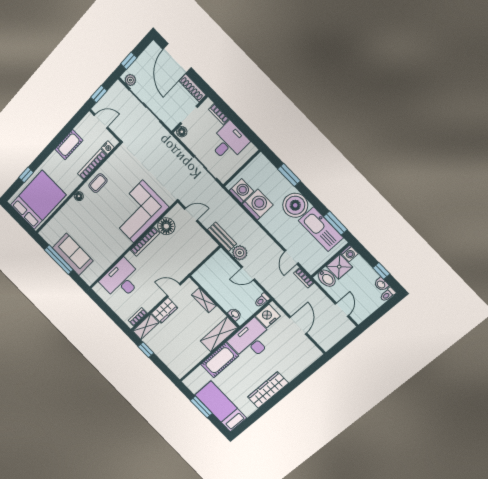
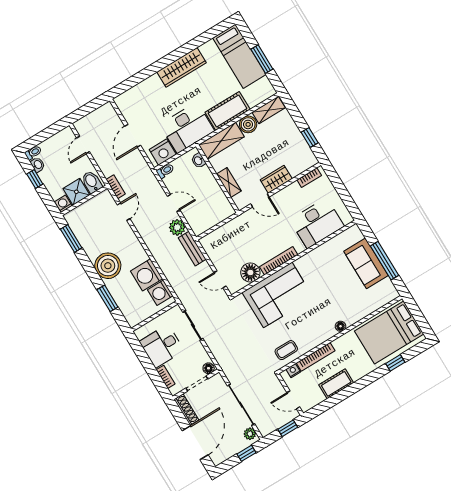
coffee table: (98, 183) -> (286, 350), moved
kitchen sink: (321, 229) -> (87, 235), removed
shelving: (146, 327) -> (269, 110), moved
boiler: (200, 352) -> (248, 124), added

